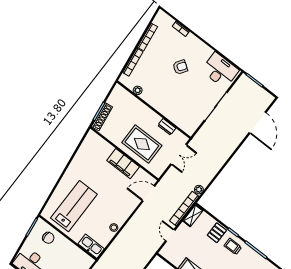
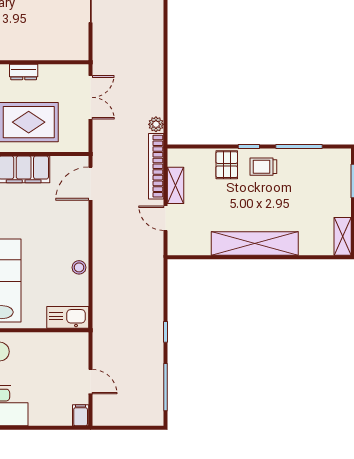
dresser: (167, 127) -> (24, 72), moved
shelving: (193, 216) -> (175, 185), moved

